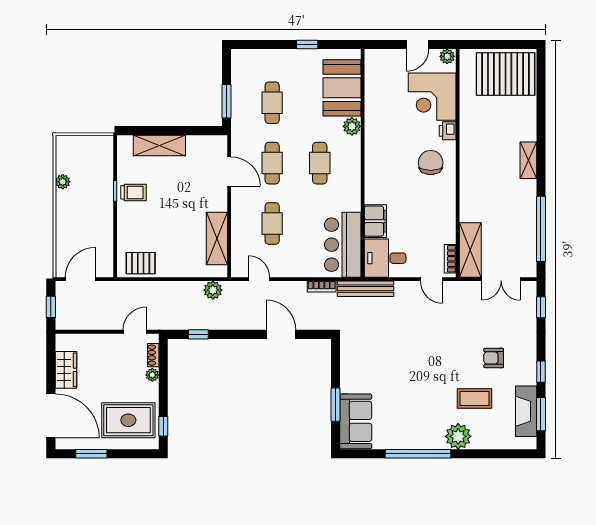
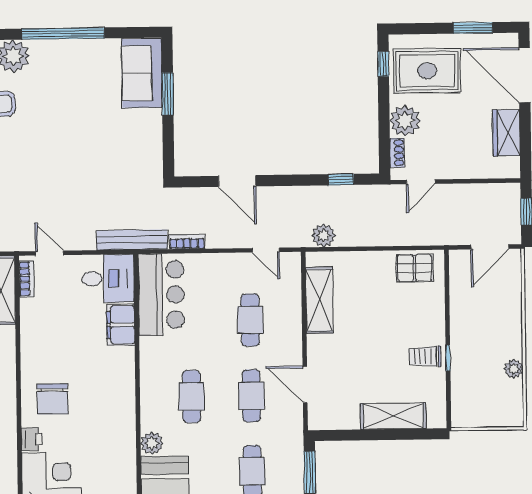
plant: (152, 375) -> (405, 121), width x1.87, depth x1.87

